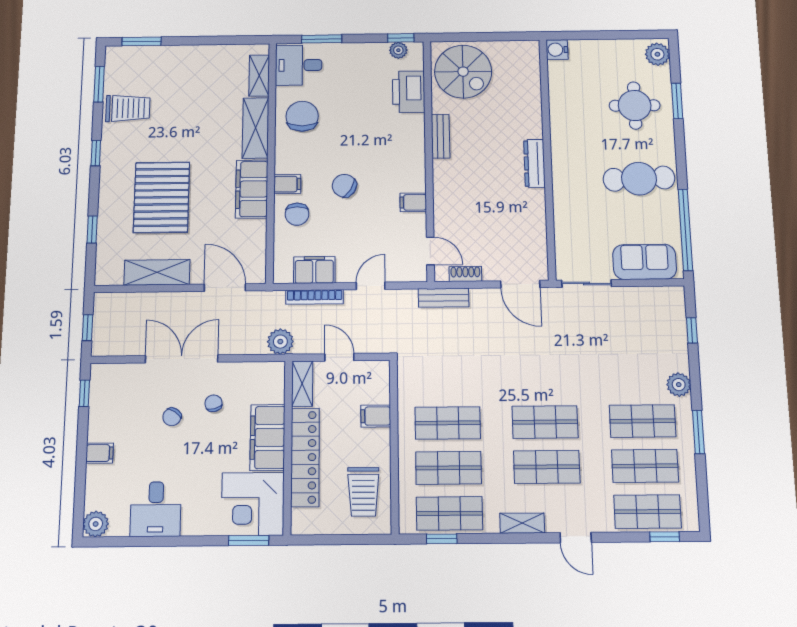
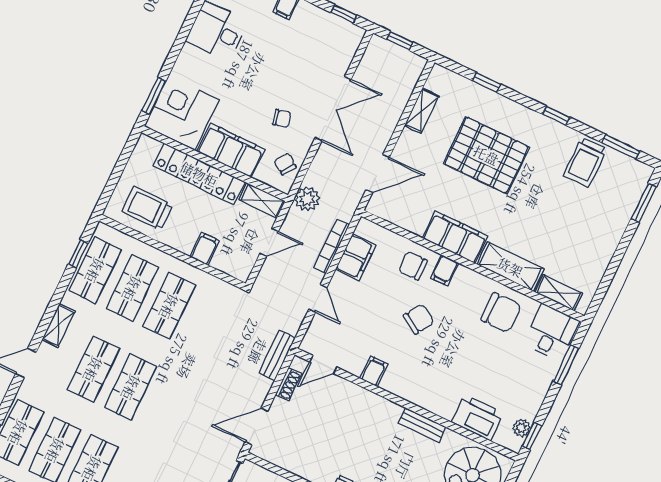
shelving: (157, 272) -> (422, 111), width x0.67, depth x0.75
chair: (172, 417) -> (285, 164), moved

